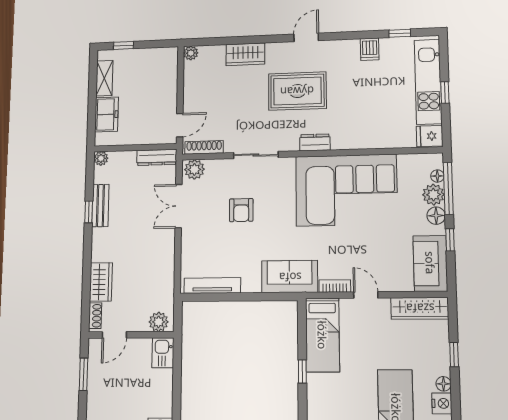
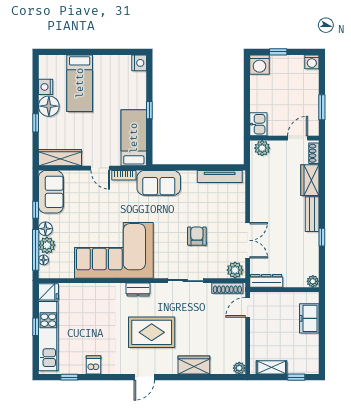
shelving: (104, 78) -> (272, 367), moved, turned 90
bench: (100, 206) -> (312, 214), moved
floor lamp: (444, 384) -> (49, 106), width x1.89, depth x1.89

